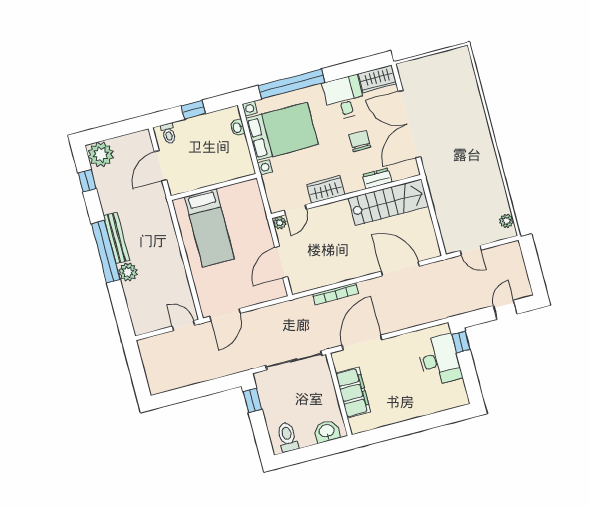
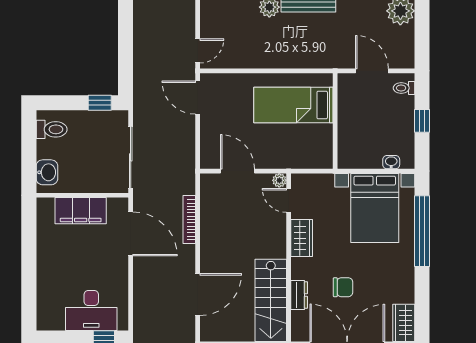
desk: (344, 98) -> (393, 283), removed

